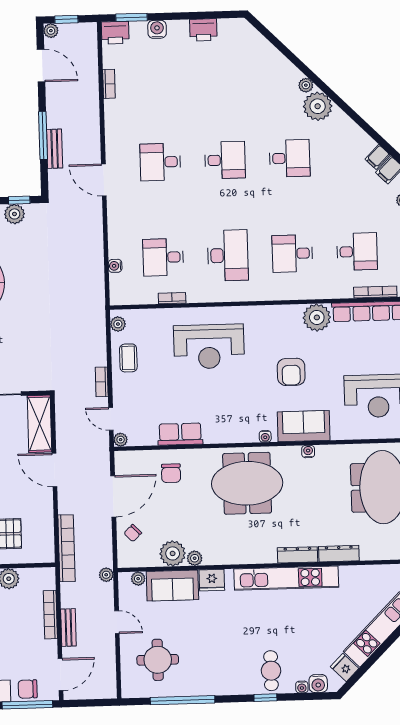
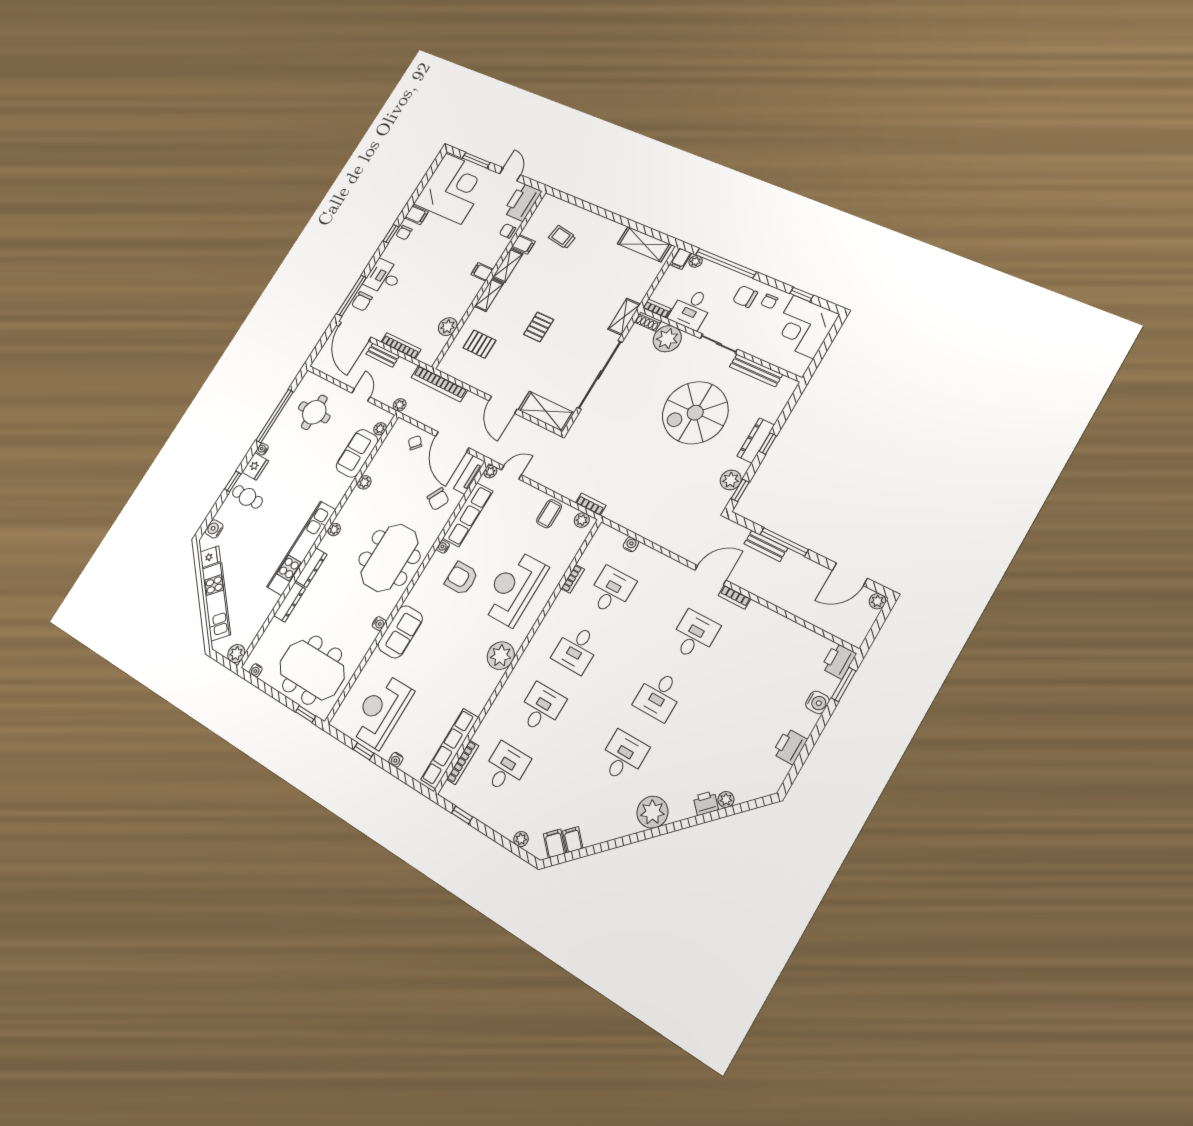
window: (66, 19) -> (880, 622), removed
printer: (285, 68) -> (706, 803), added
bookcase: (109, 84) -> (734, 597), moved
plant: (306, 85) -> (726, 799), moved
desk: (290, 158) -> (623, 756), turned 180
desk: (357, 252) -> (506, 768), turned 180
desk: (228, 255) -> (576, 649), width x0.73
plant: (317, 317) -> (501, 656), moved
coffee table: (128, 358) -> (549, 514), turned 90
armchair: (291, 372) -> (461, 578), moved
bookcase: (102, 382) -> (591, 504), moved
row of seats: (180, 434) -> (468, 515), width x1.48
water cooler: (265, 436) -> (443, 547), moved
tv unit: (134, 458) -> (469, 475), added
door: (54, 470) -> (503, 405), swing flipped
chair: (171, 473) -> (438, 499), turned -150
plant: (173, 553) -> (334, 530), moved, width x0.53, depth x0.53
fridge: (212, 580) -> (255, 466), moved, turned 180
door: (117, 622) -> (361, 395), swing flipped
door: (61, 675) -> (355, 332), width x1.36
water cooler: (302, 687) -> (262, 449), moved
chair: (28, 689) -> (362, 301), turned 180

